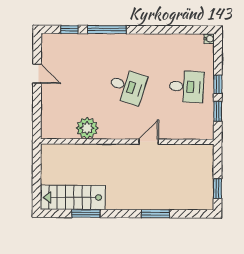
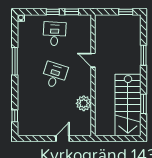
window: (107, 30) -> (15, 61), moved
door: (37, 74) -> (63, 138), moved
stairs: (73, 197) -> (128, 105), width x1.36, depth x1.51

